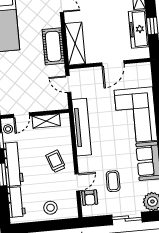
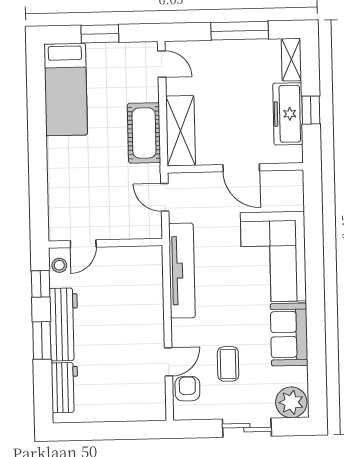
door: (113, 63) -> (241, 168), hinge flipped
shelving: (46, 121) -> (124, 256), removed
trolley: (56, 161) -> (135, 325), removed
armchair: (90, 198) -> (187, 389), turned 180
stool: (50, 208) -> (121, 401), removed

